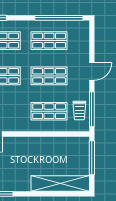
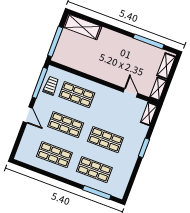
window: (59, 18) -> (39, 171), removed
door: (92, 71) -> (28, 115), swing flipped
shelving: (60, 183) -> (82, 27), width x0.68

